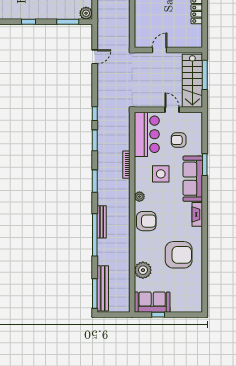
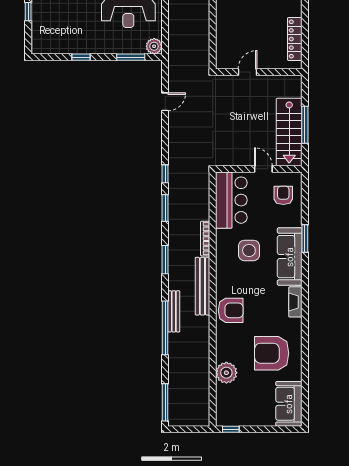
door: (160, 50) -> (248, 72), moved
wall: (168, 50) -> (259, 72), moved
armchair: (179, 140) -> (283, 195), moved, turned 90
plant: (139, 197) -> (222, 279), removed
armchair: (179, 255) -> (272, 353), turned 180
bench: (103, 288) -> (202, 286), moved
sofa: (152, 302) -> (289, 404), moved, turned -90
window: (158, 315) -> (231, 429), moved

